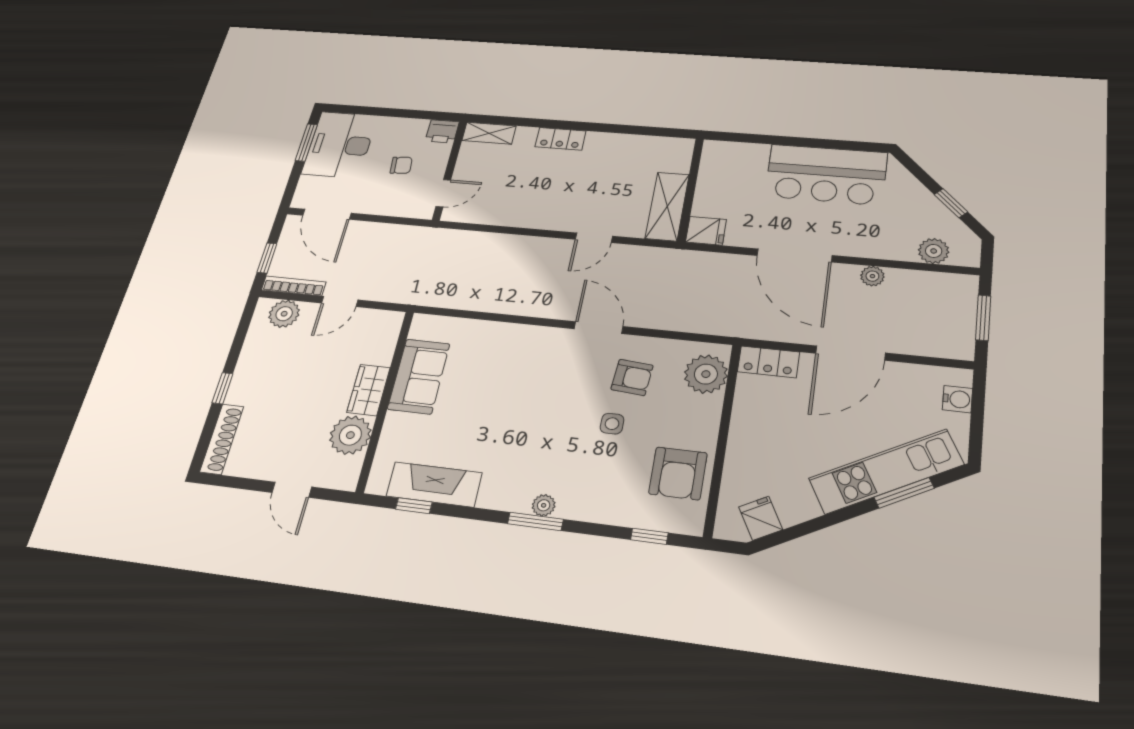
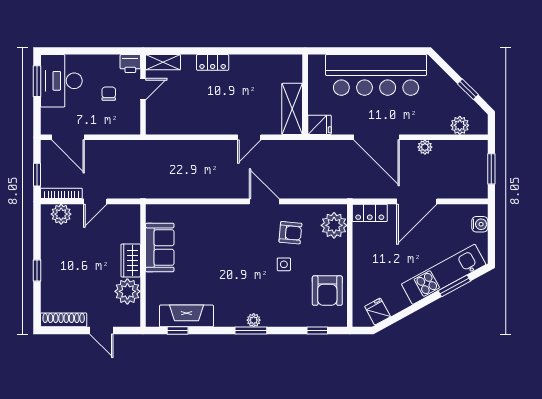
chair: (401, 165) -> (109, 94), turned -85
bar counter: (826, 175) -> (376, 75), width x1.36
door: (443, 193) -> (143, 89), moved
shoe rack: (222, 439) -> (64, 320), moved, turned -90

